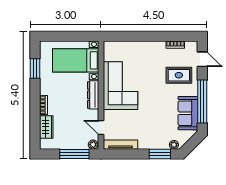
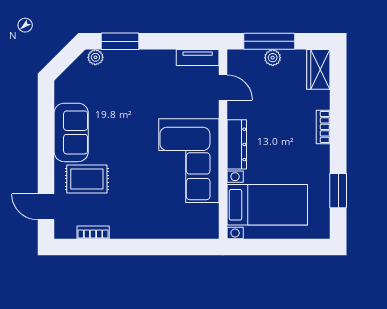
window: (202, 102) -> (46, 133), removed
sofa: (188, 113) -> (71, 132), moved
wardrobe: (46, 127) -> (318, 69), moved
plant: (93, 145) -> (273, 58), moved
tv unit: (120, 145) -> (198, 58), width x0.71

